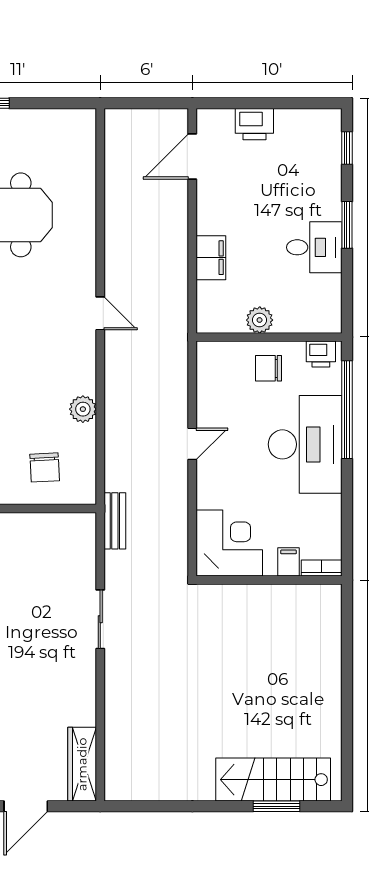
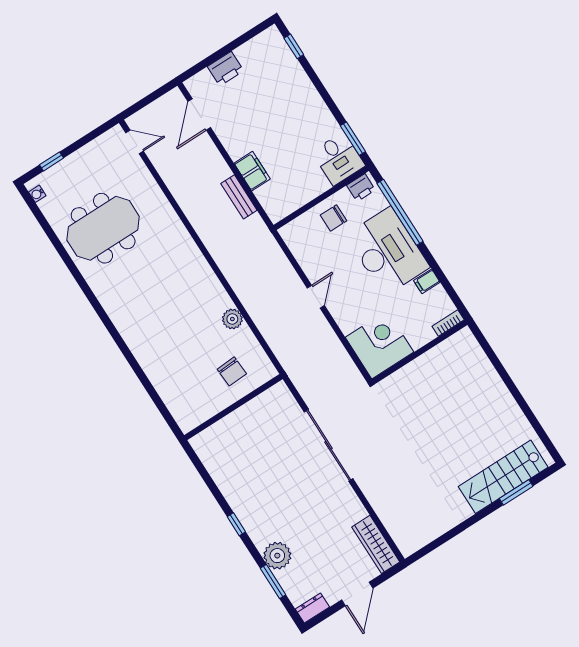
window: (347, 225) -> (353, 139), moved
desk: (314, 247) -> (338, 159), moved, turned 90
door: (100, 313) -> (135, 142), moved
plant: (260, 320) -> (308, 191), removed
bench: (115, 521) -> (239, 197), moved
filing cabinet: (289, 562) -> (427, 281), moved, turned -90
sliding door: (100, 619) -> (329, 445), width x1.86

